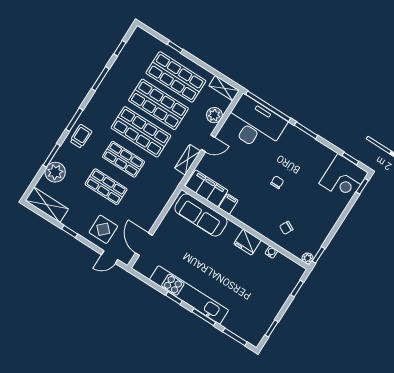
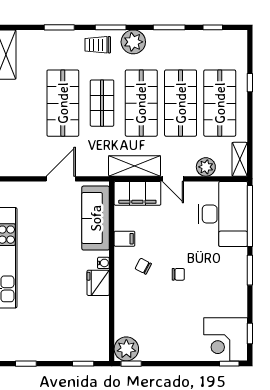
trolley: (81, 136) -> (98, 45), turned 180
shelving: (188, 160) -> (135, 166), width x1.50, depth x1.33
plant: (55, 172) -> (133, 42), moved
shop shelf: (106, 187) -> (63, 103), width x1.43, depth x1.36
filing cabinet: (207, 188) -> (137, 193), moved, turned 90
chair: (286, 228) -> (143, 266), moved
display table: (103, 229) -> (18, 128), removed
door: (144, 244) -> (61, 179), moved
water cooler: (271, 252) -> (103, 263), moved
plant: (308, 258) -> (126, 349), width x1.87, depth x1.87

